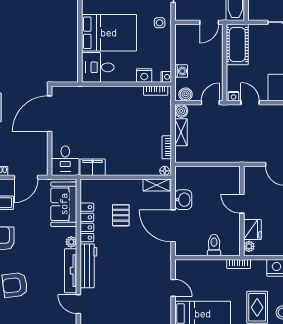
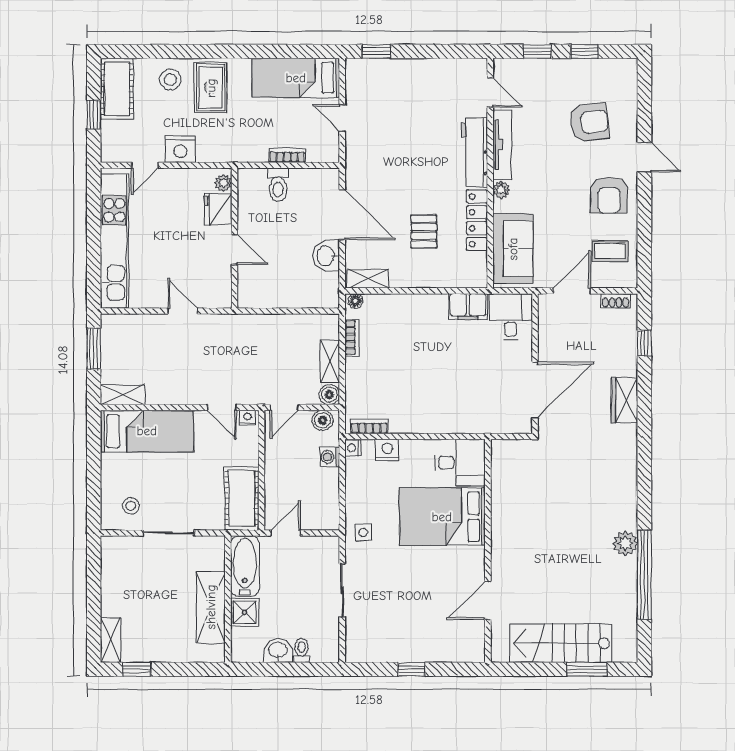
bookcase: (239, 264) -> (287, 155), moved

